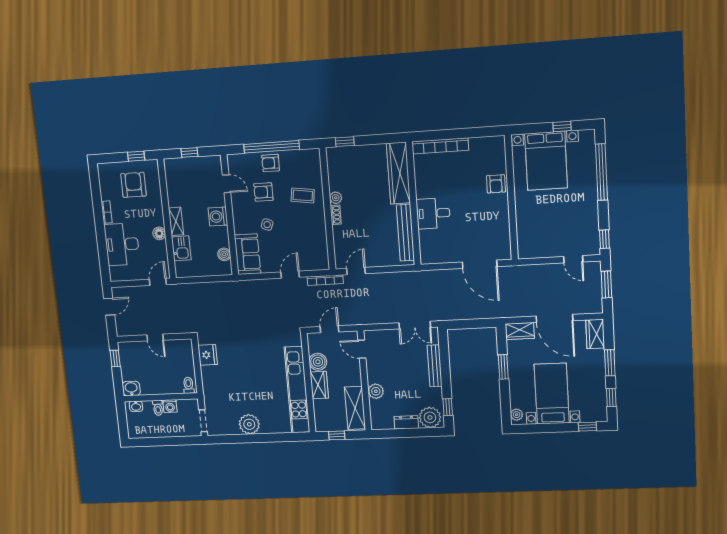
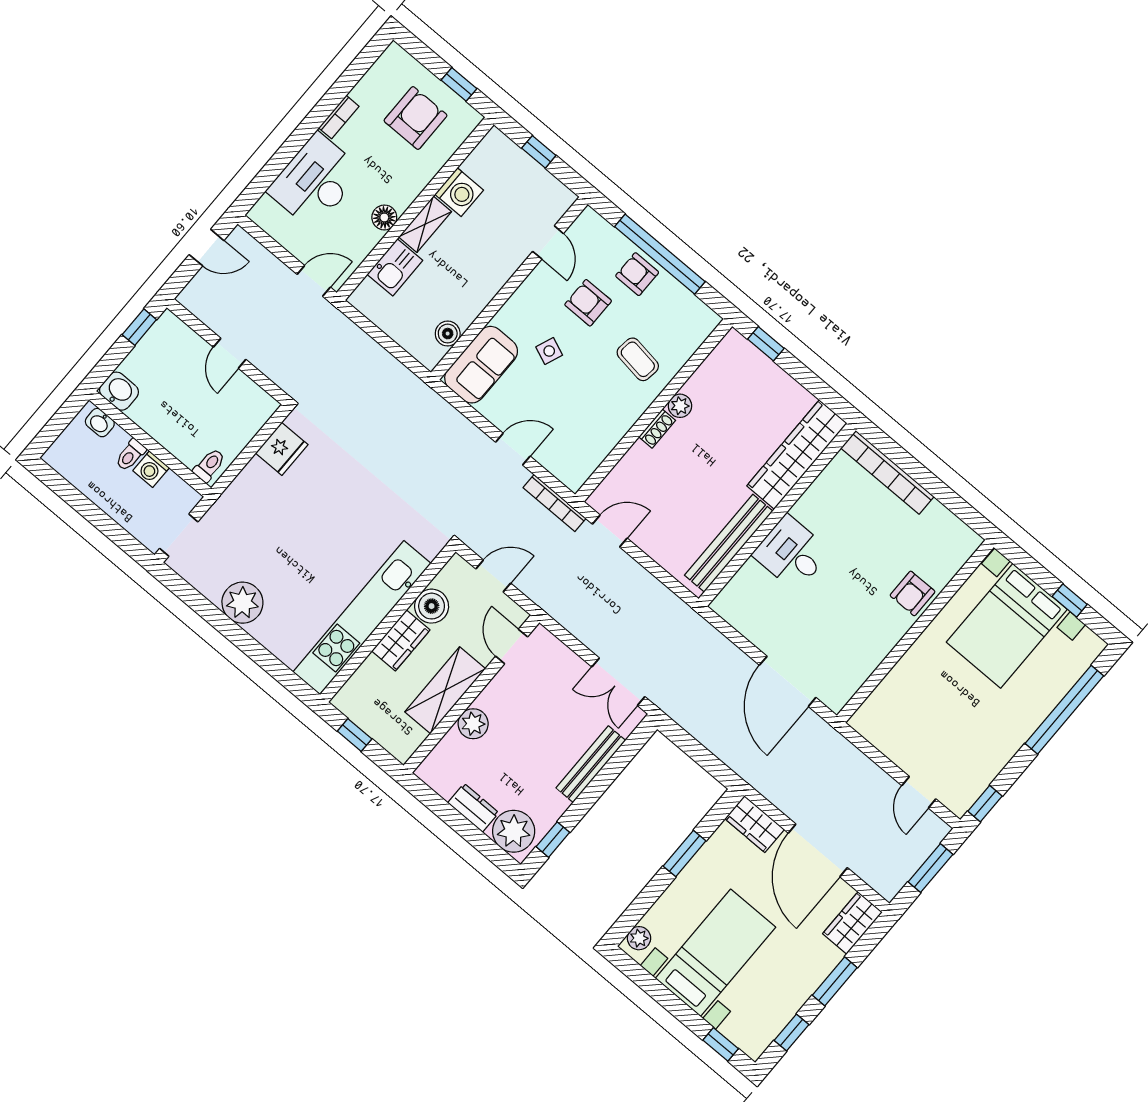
washing machine: (218, 216) -> (459, 192), moved, turned 180
shelving: (355, 408) -> (445, 690), moved

